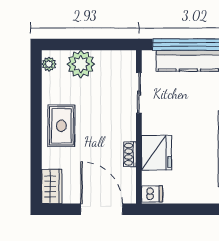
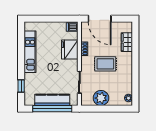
plant: (81, 64) -> (101, 98), moved
rug: (61, 126) -> (105, 64), moved, turned 90
wardrobe: (52, 186) -> (127, 42), moved

